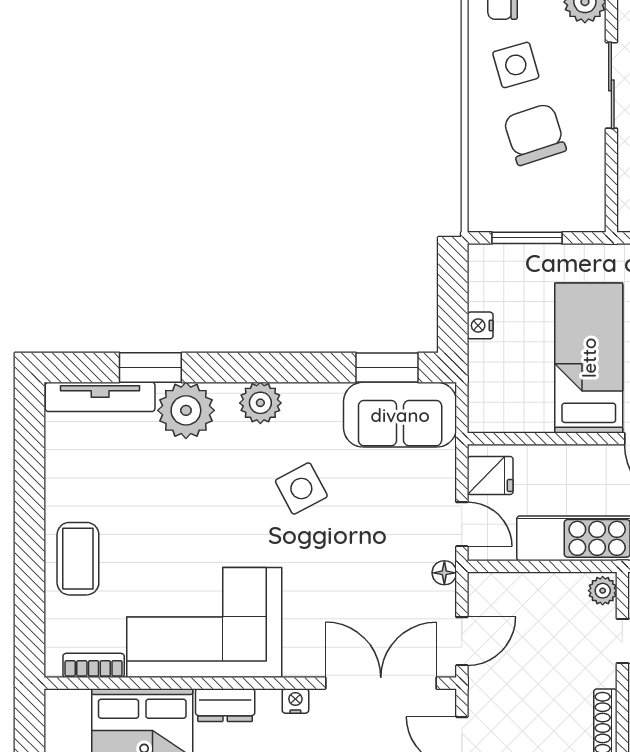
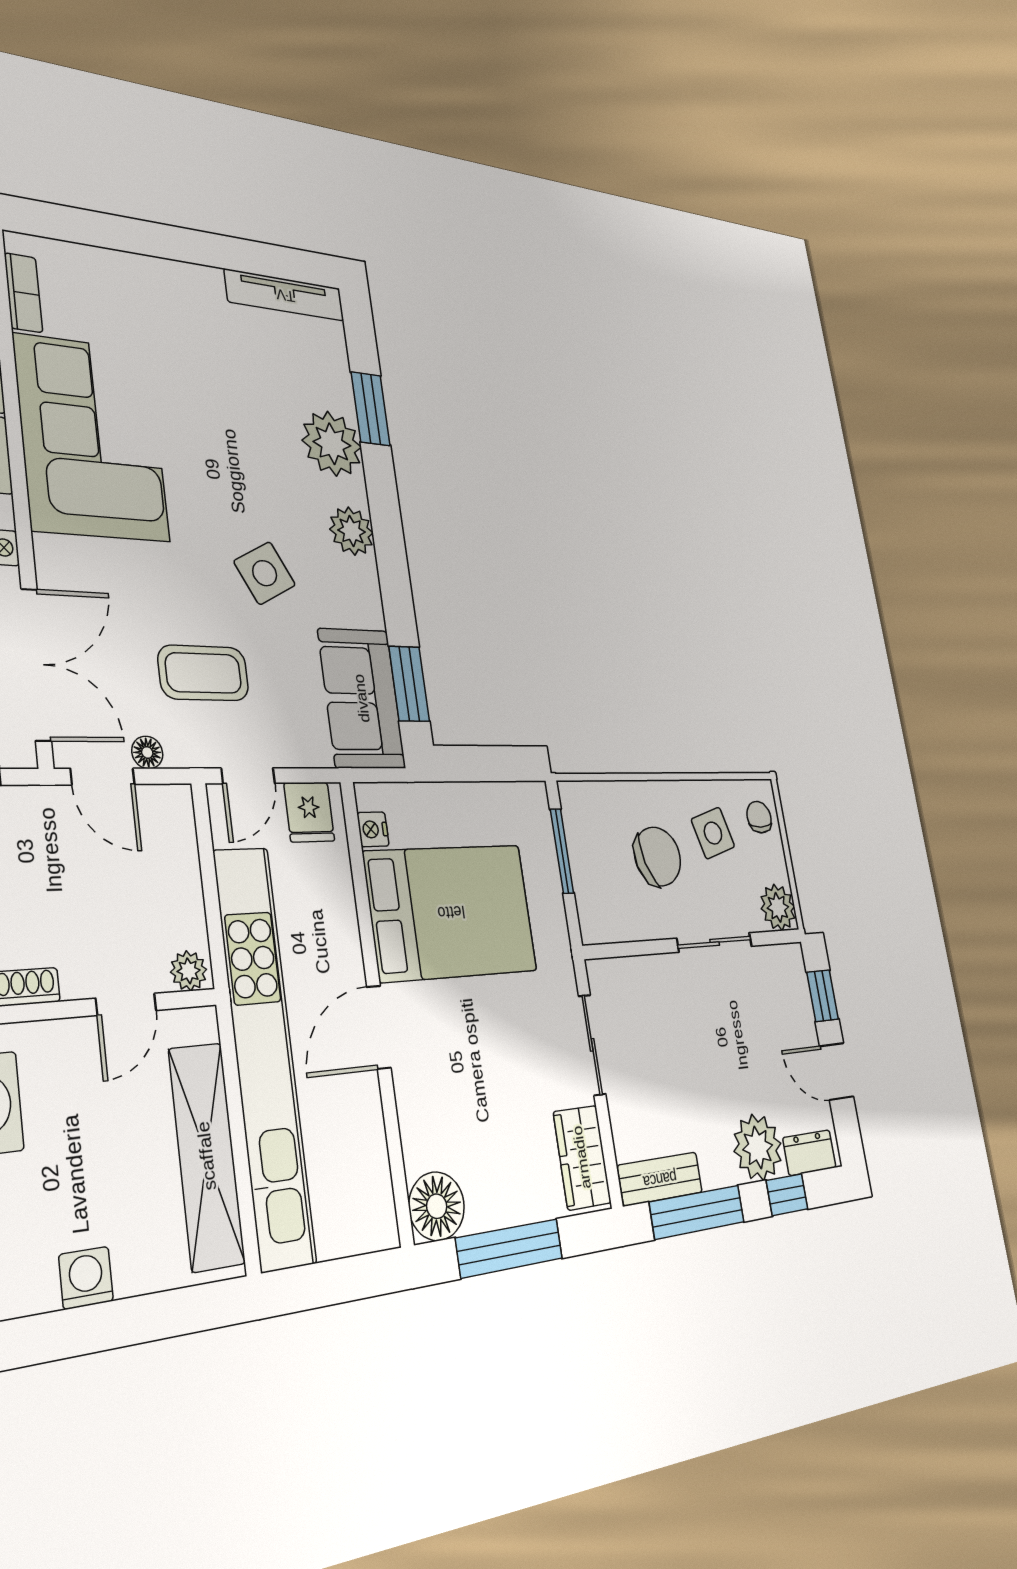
nightstand: (480, 325) -> (373, 829), moved, turned -90
bed: (589, 358) -> (451, 912), width x1.50
tv unit: (100, 397) -> (285, 295), moved, turned -90
coffee table: (78, 559) -> (203, 673), moved
floor lamp: (444, 573) -> (147, 752), moved

